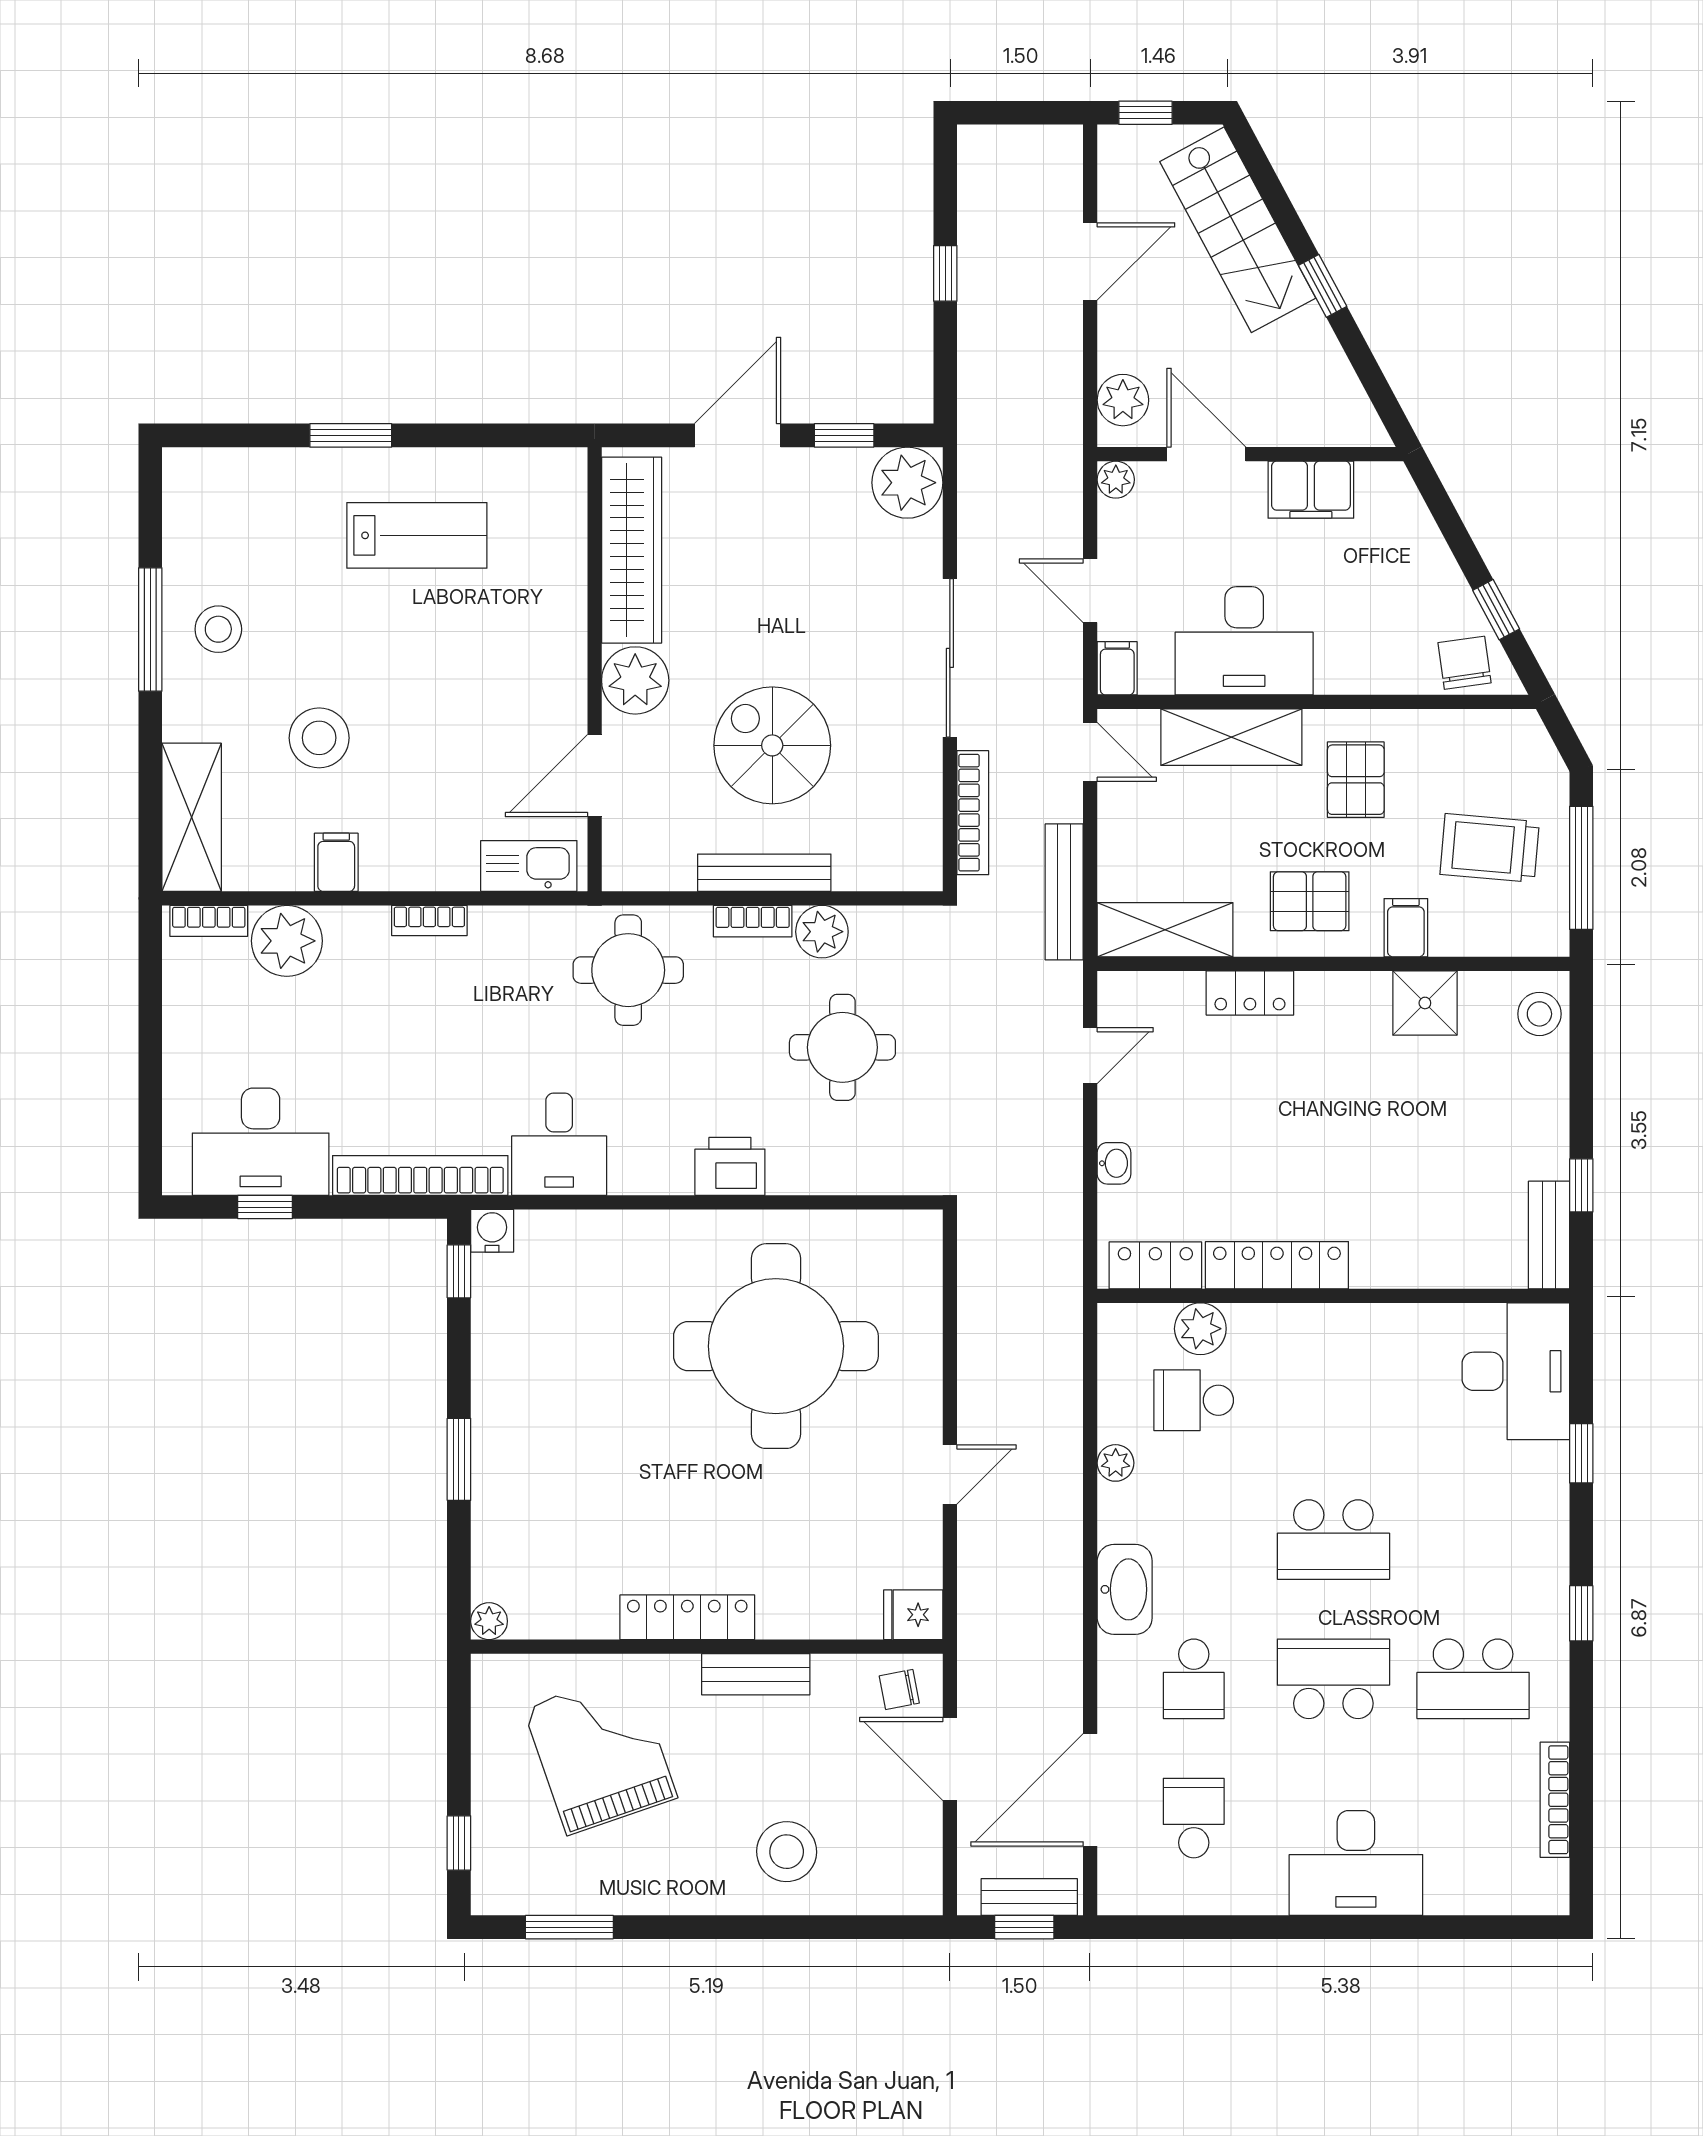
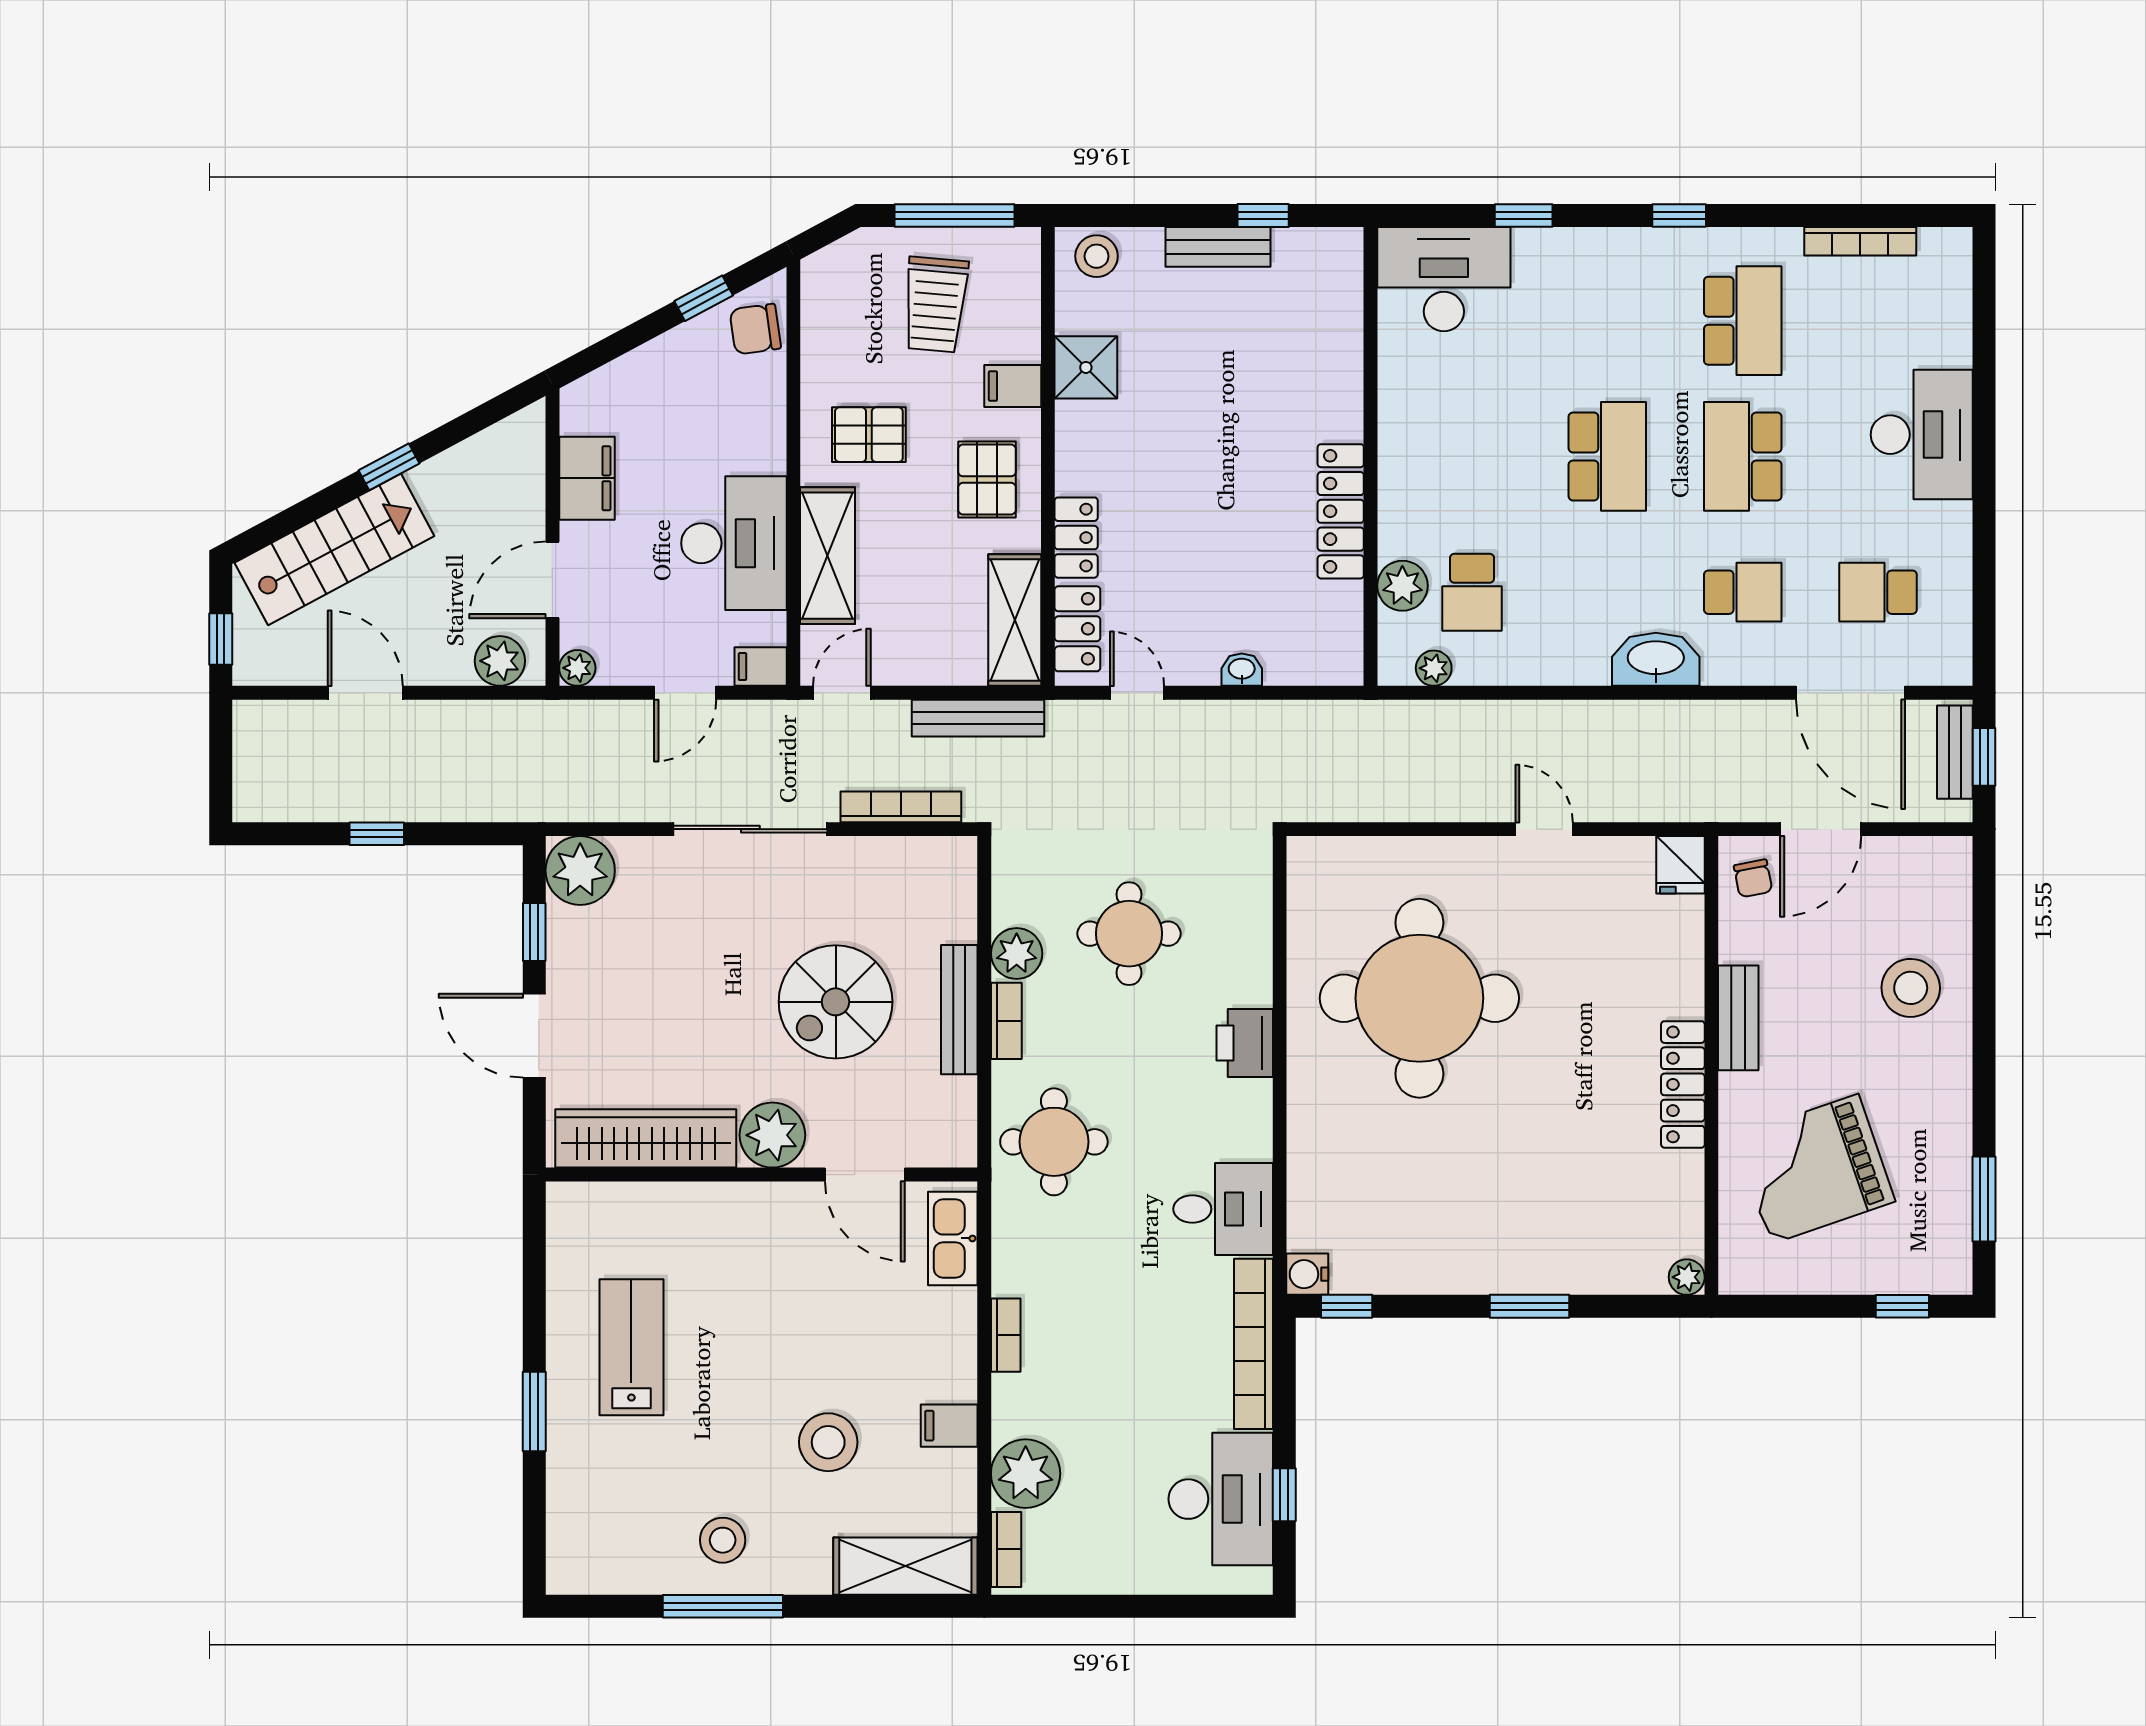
bench: (1549, 1235) -> (1218, 247), moved
locker: (1155, 1265) -> (1077, 629), moved, turned 180
plant: (1116, 1463) -> (1434, 668), moved

